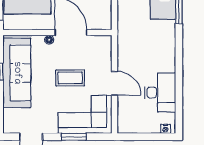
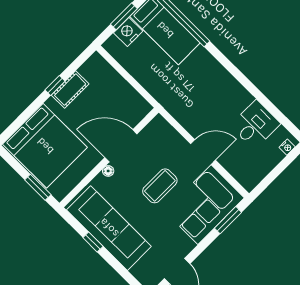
desk: (160, 92) -> (255, 125), width x0.73
window: (74, 137) -> (228, 220), moved

